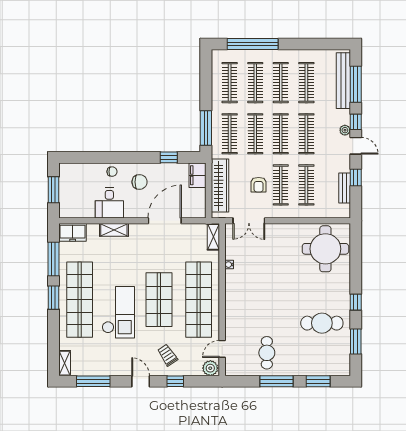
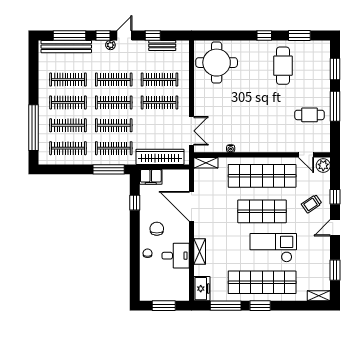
armchair: (259, 185) -> (159, 122), removed
window: (93, 381) -> (335, 270), width x0.69

